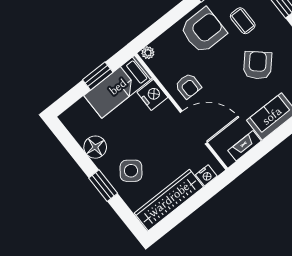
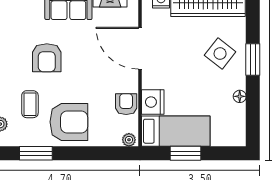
armchair: (203, 30) -> (69, 122), turned 180
armchair: (258, 65) -> (47, 58), turned -42
armchair: (188, 86) -> (126, 104), moved
floor lamp: (95, 147) -> (240, 96), width x0.53, depth x0.53

